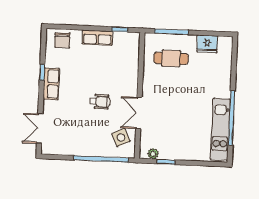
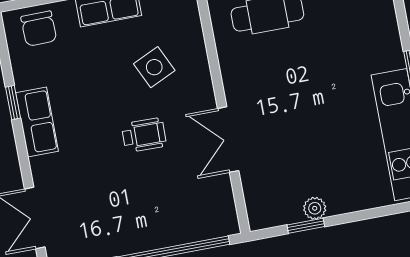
side table: (121, 137) -> (154, 67), moved
plant: (153, 154) -> (315, 208), moved

